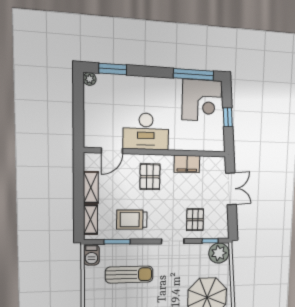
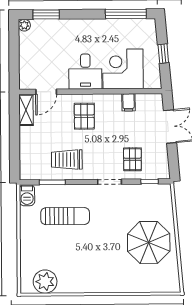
corner desk: (202, 100) -> (123, 69), moved, turned 180
desk: (146, 131) -> (85, 72), width x0.73
filing cabinet: (187, 164) -> (129, 102), width x0.50
shelving: (91, 187) -> (26, 110), moved
shelving: (91, 220) -> (26, 160), removed
plant: (219, 253) -> (160, 195), removed

